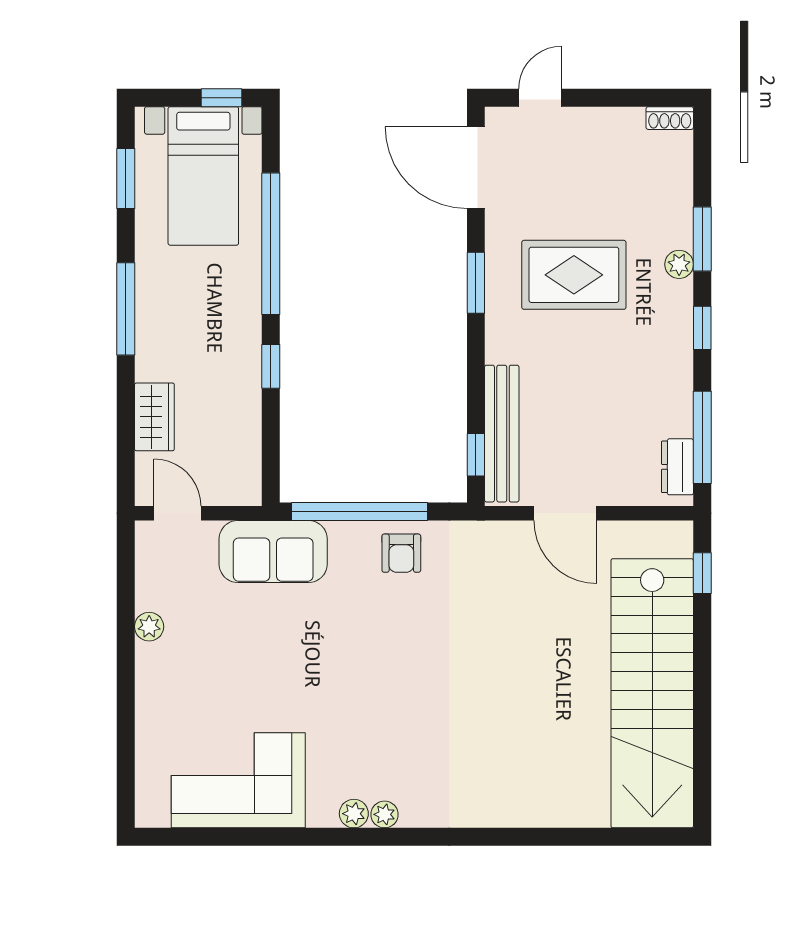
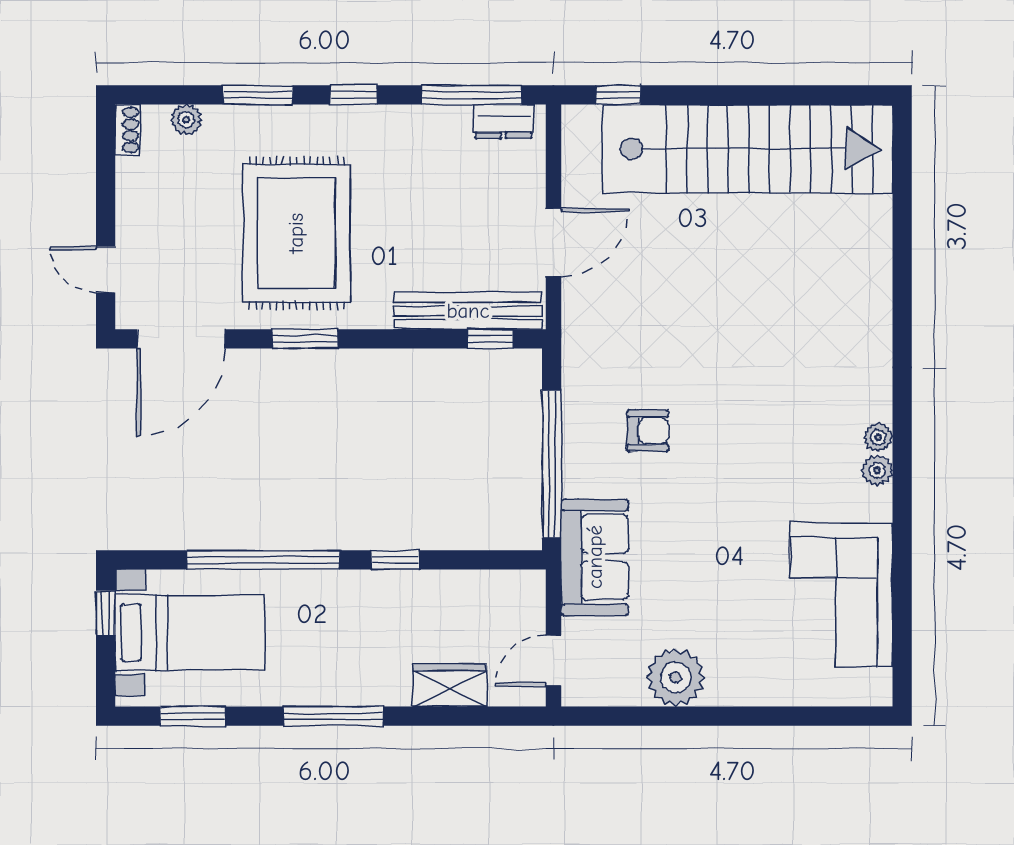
plant: (679, 264) -> (186, 120), moved
rug: (574, 275) -> (296, 233), width x1.37, depth x1.44
armchair: (401, 553) -> (648, 431), moved
plant: (149, 627) -> (676, 677), width x1.88, depth x1.88

